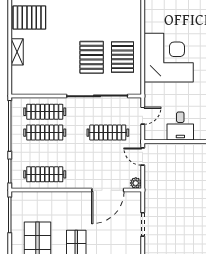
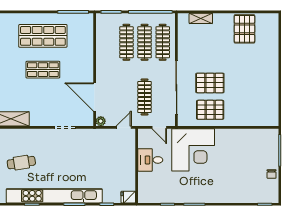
shelving: (17, 52) -> (201, 18), moved
corner desk: (169, 58) -> (193, 150), moved
clothes rail: (45, 174) -> (126, 42), moved

